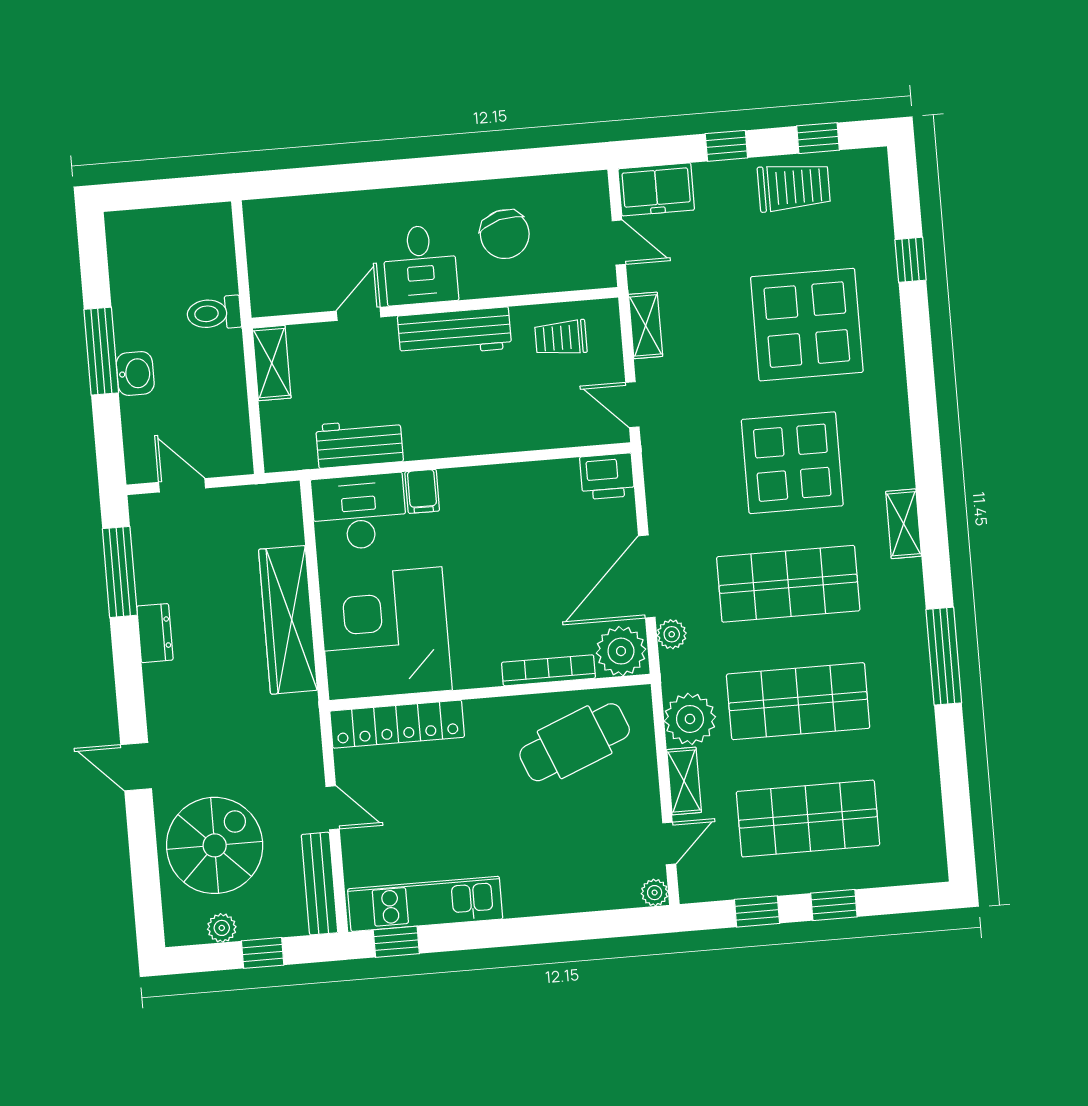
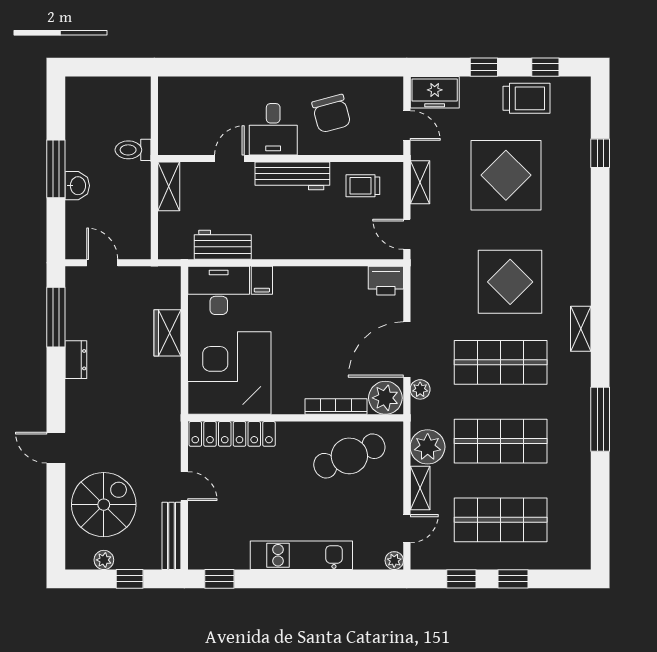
display table: (807, 325) -> (506, 175), moved
wardrobe: (288, 620) -> (168, 333), width x0.48, depth x0.85
kitchen unit: (425, 904) -> (301, 555), moved

